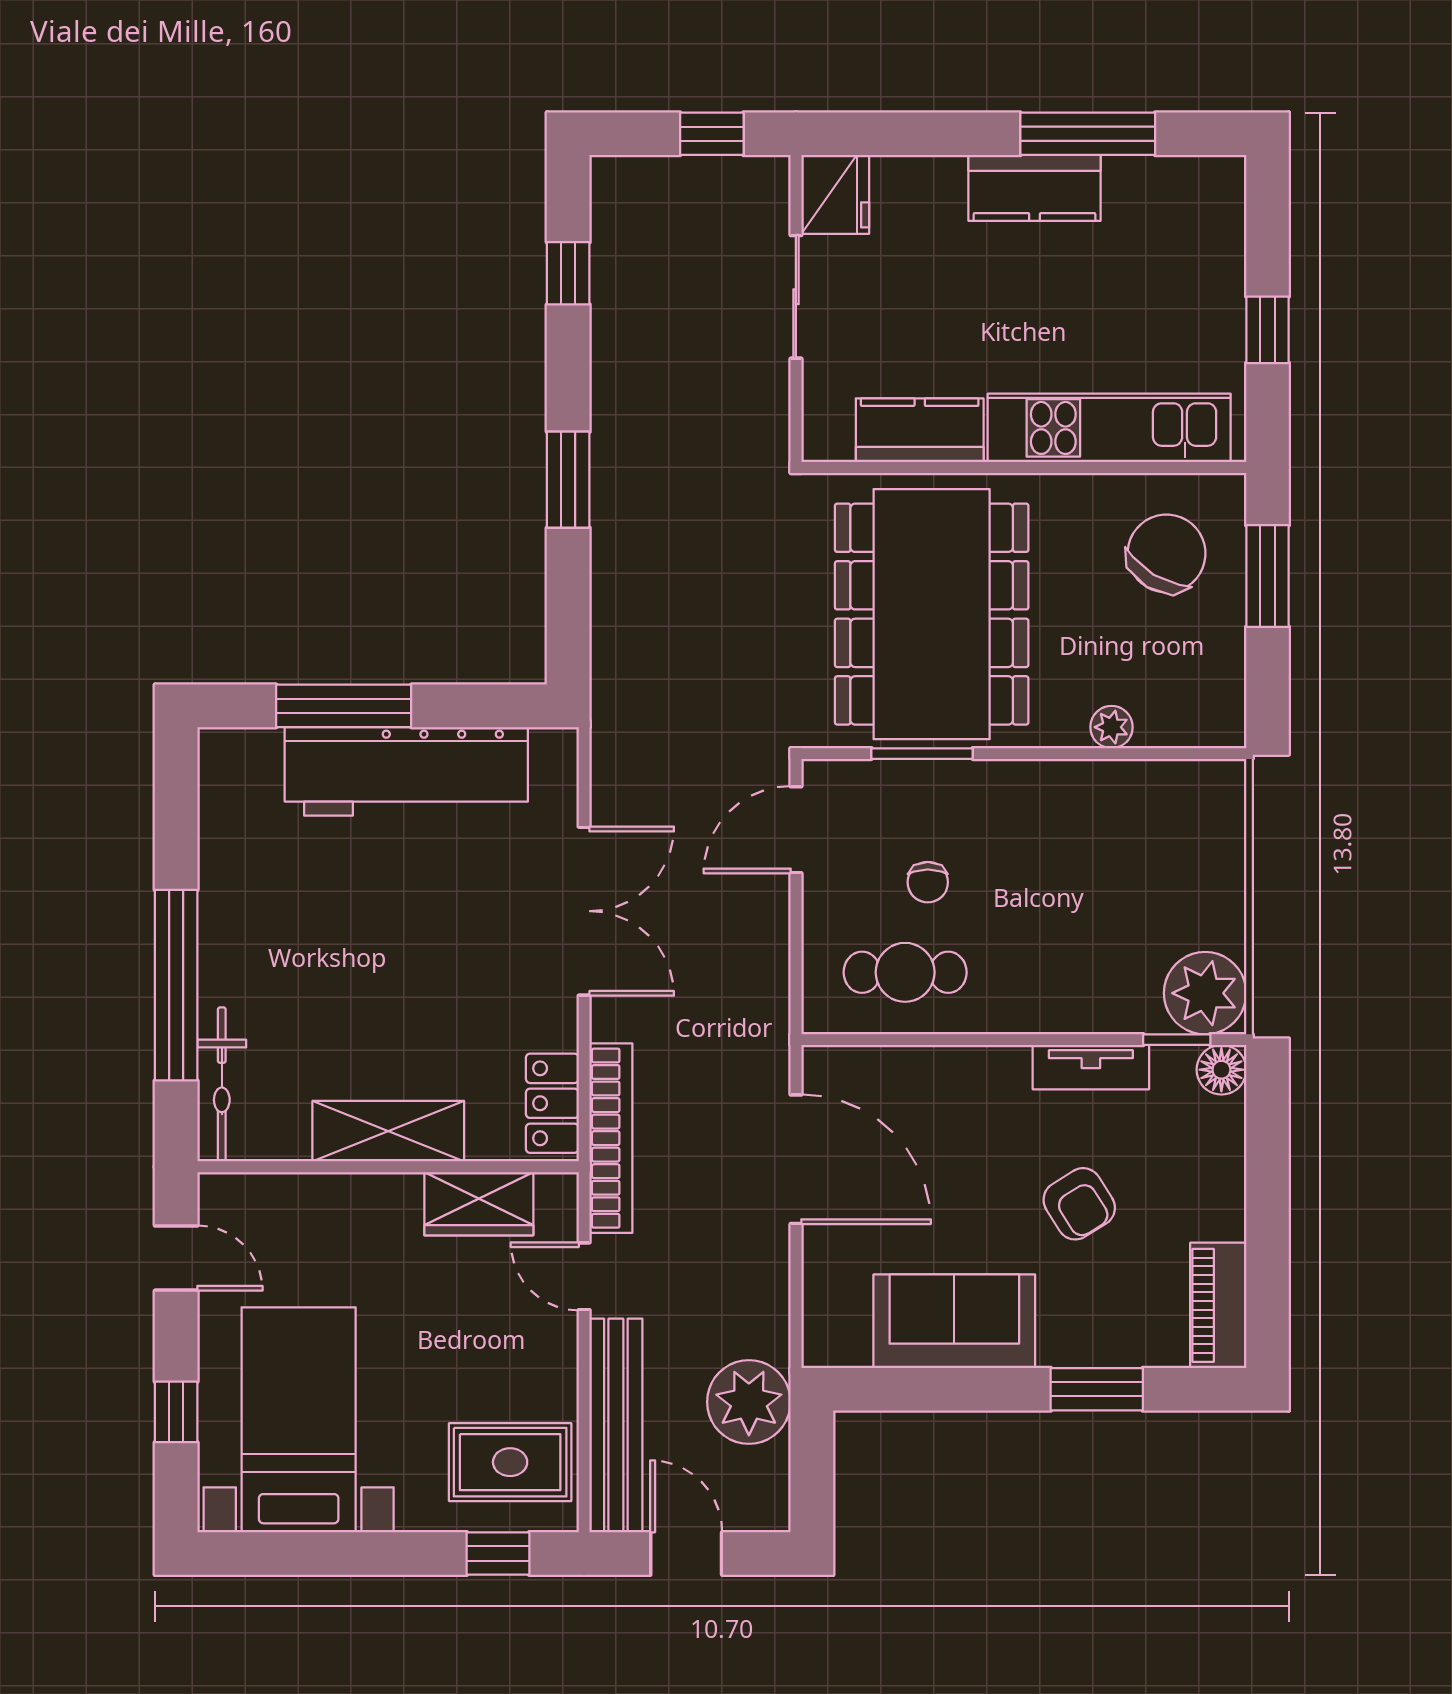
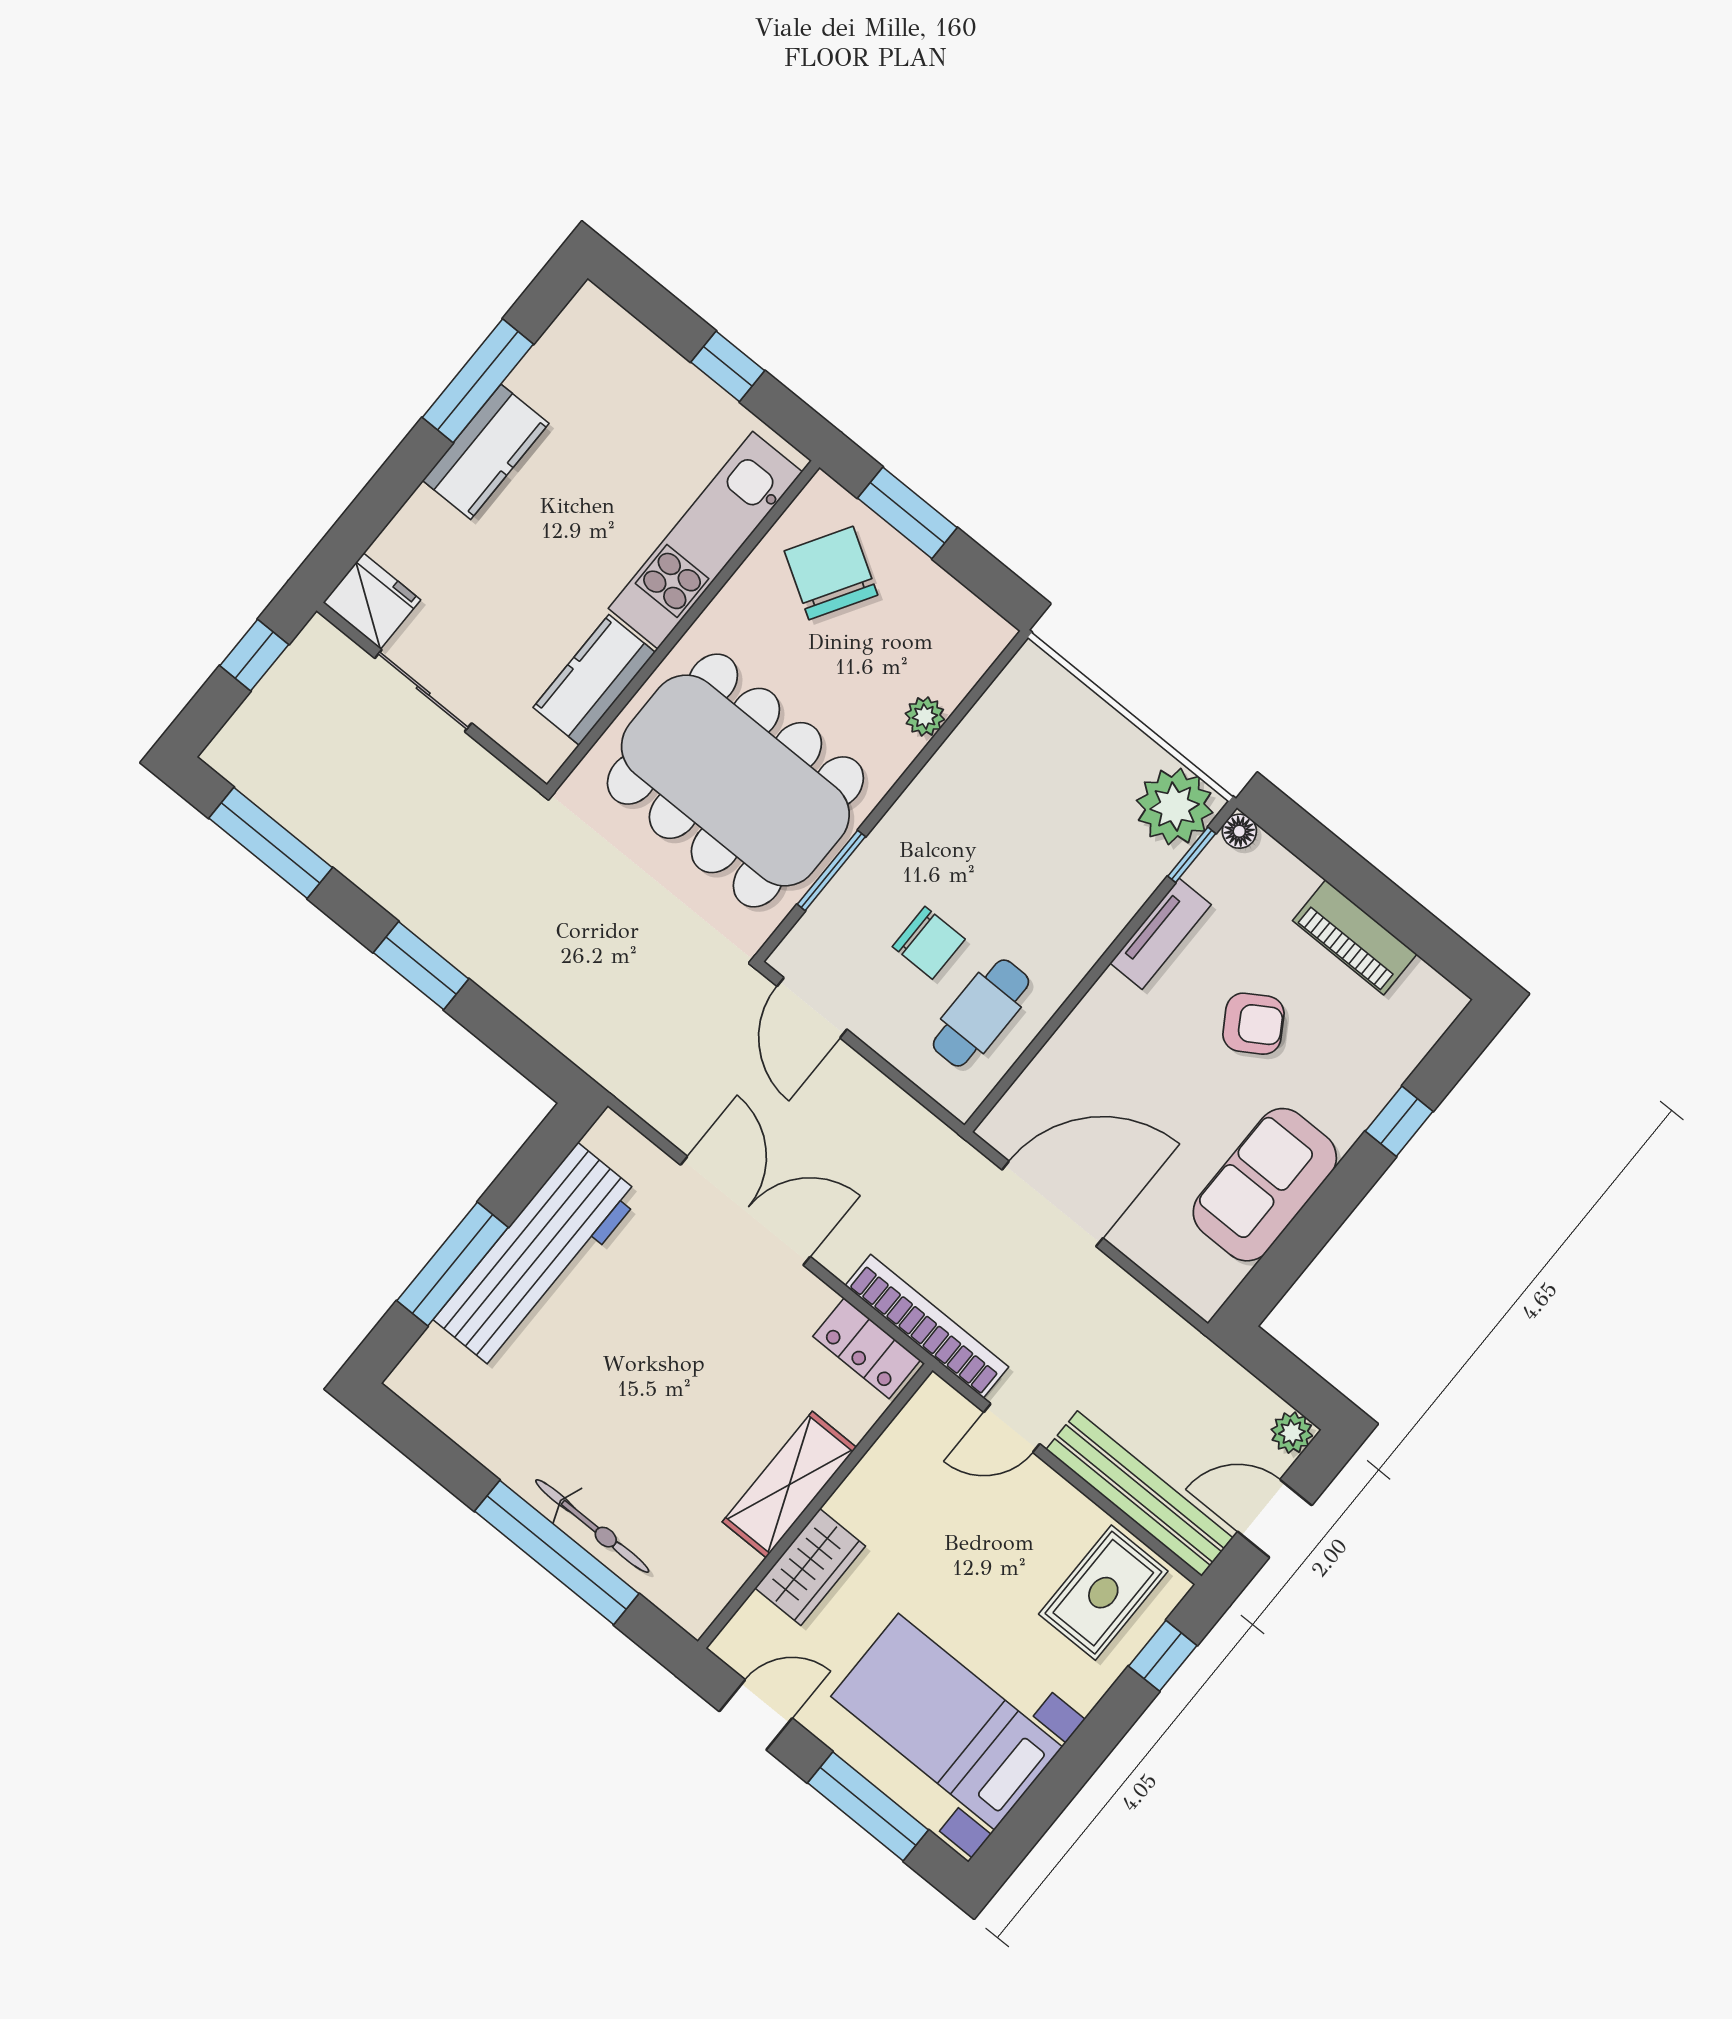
window: (568, 273) -> (271, 843), width x2.17
chair: (928, 882) -> (929, 943), width x1.37, depth x1.37
floor lamp: (1221, 1070) -> (1239, 831), width x0.73, depth x0.73
bicycle: (222, 1084) -> (592, 1526), moved
wardrobe: (479, 1204) -> (810, 1567), moved
piano: (1218, 1305) -> (1355, 937), moved
window: (1097, 1389) -> (1399, 1121), width x0.67
plant: (749, 1402) -> (1292, 1433), moved, width x0.53, depth x0.53
window: (176, 1412) -> (868, 1806), width x2.17

